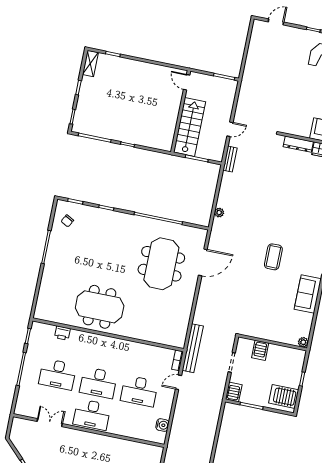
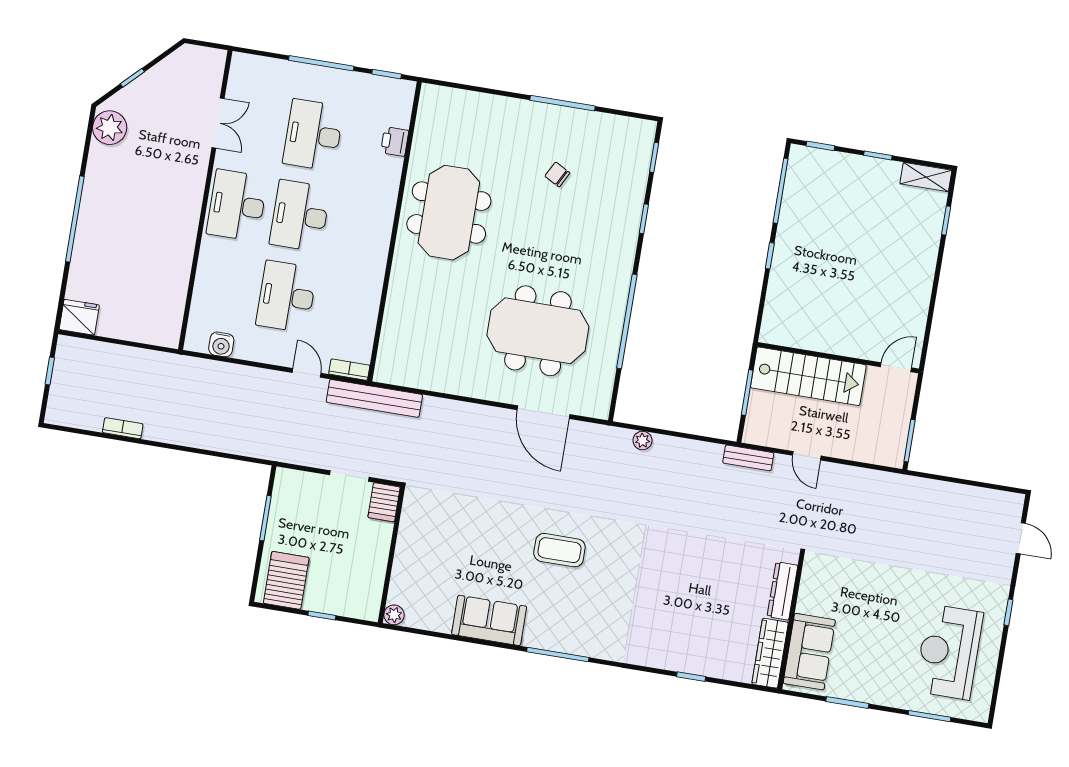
chair: (67, 221) -> (557, 174), moved
server rack: (260, 350) -> (384, 502), moved, turned -90
server rack: (234, 392) -> (291, 482), removed

